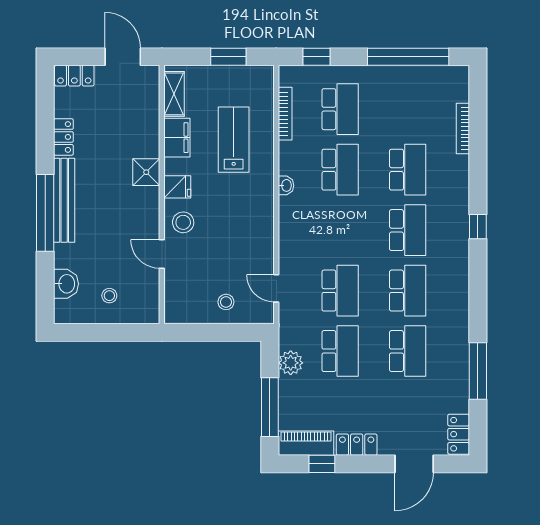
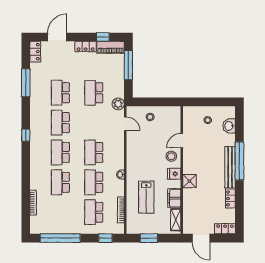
window: (478, 227) -> (26, 135), moved
door: (162, 254) -> (182, 141), swing flipped
school desk: (340, 291) -> (94, 152), moved
plant: (291, 363) -> (118, 104), moved

